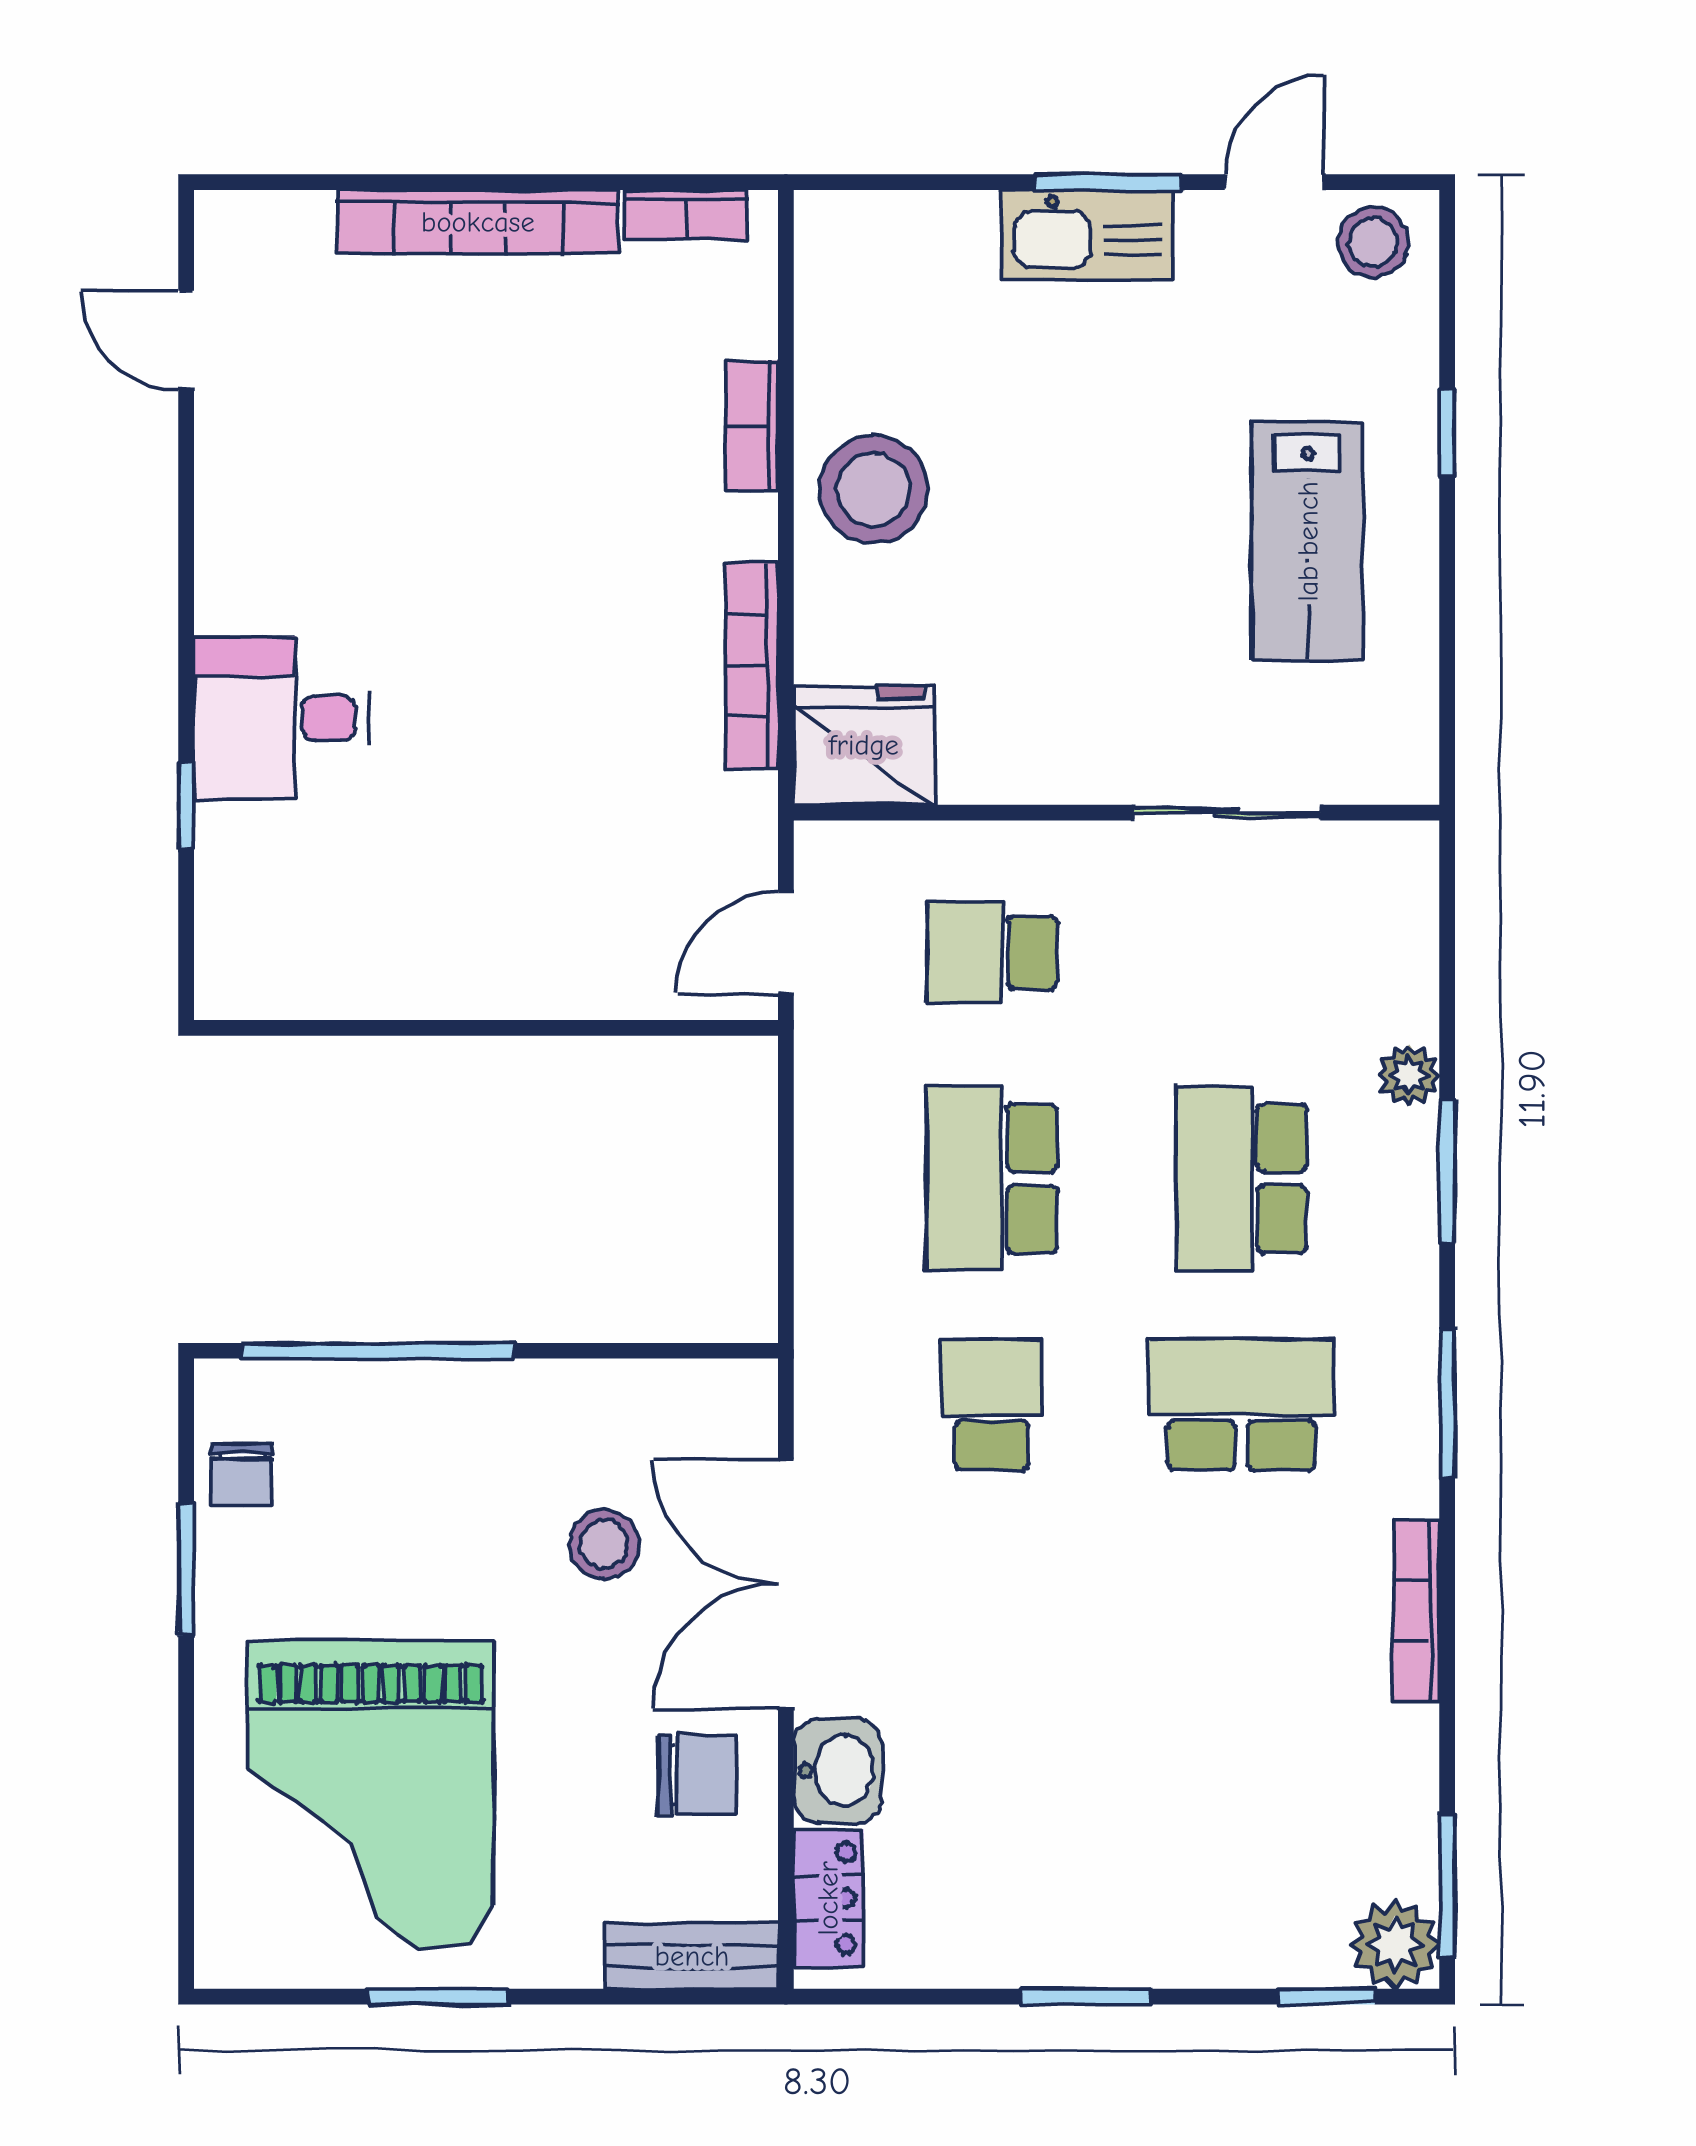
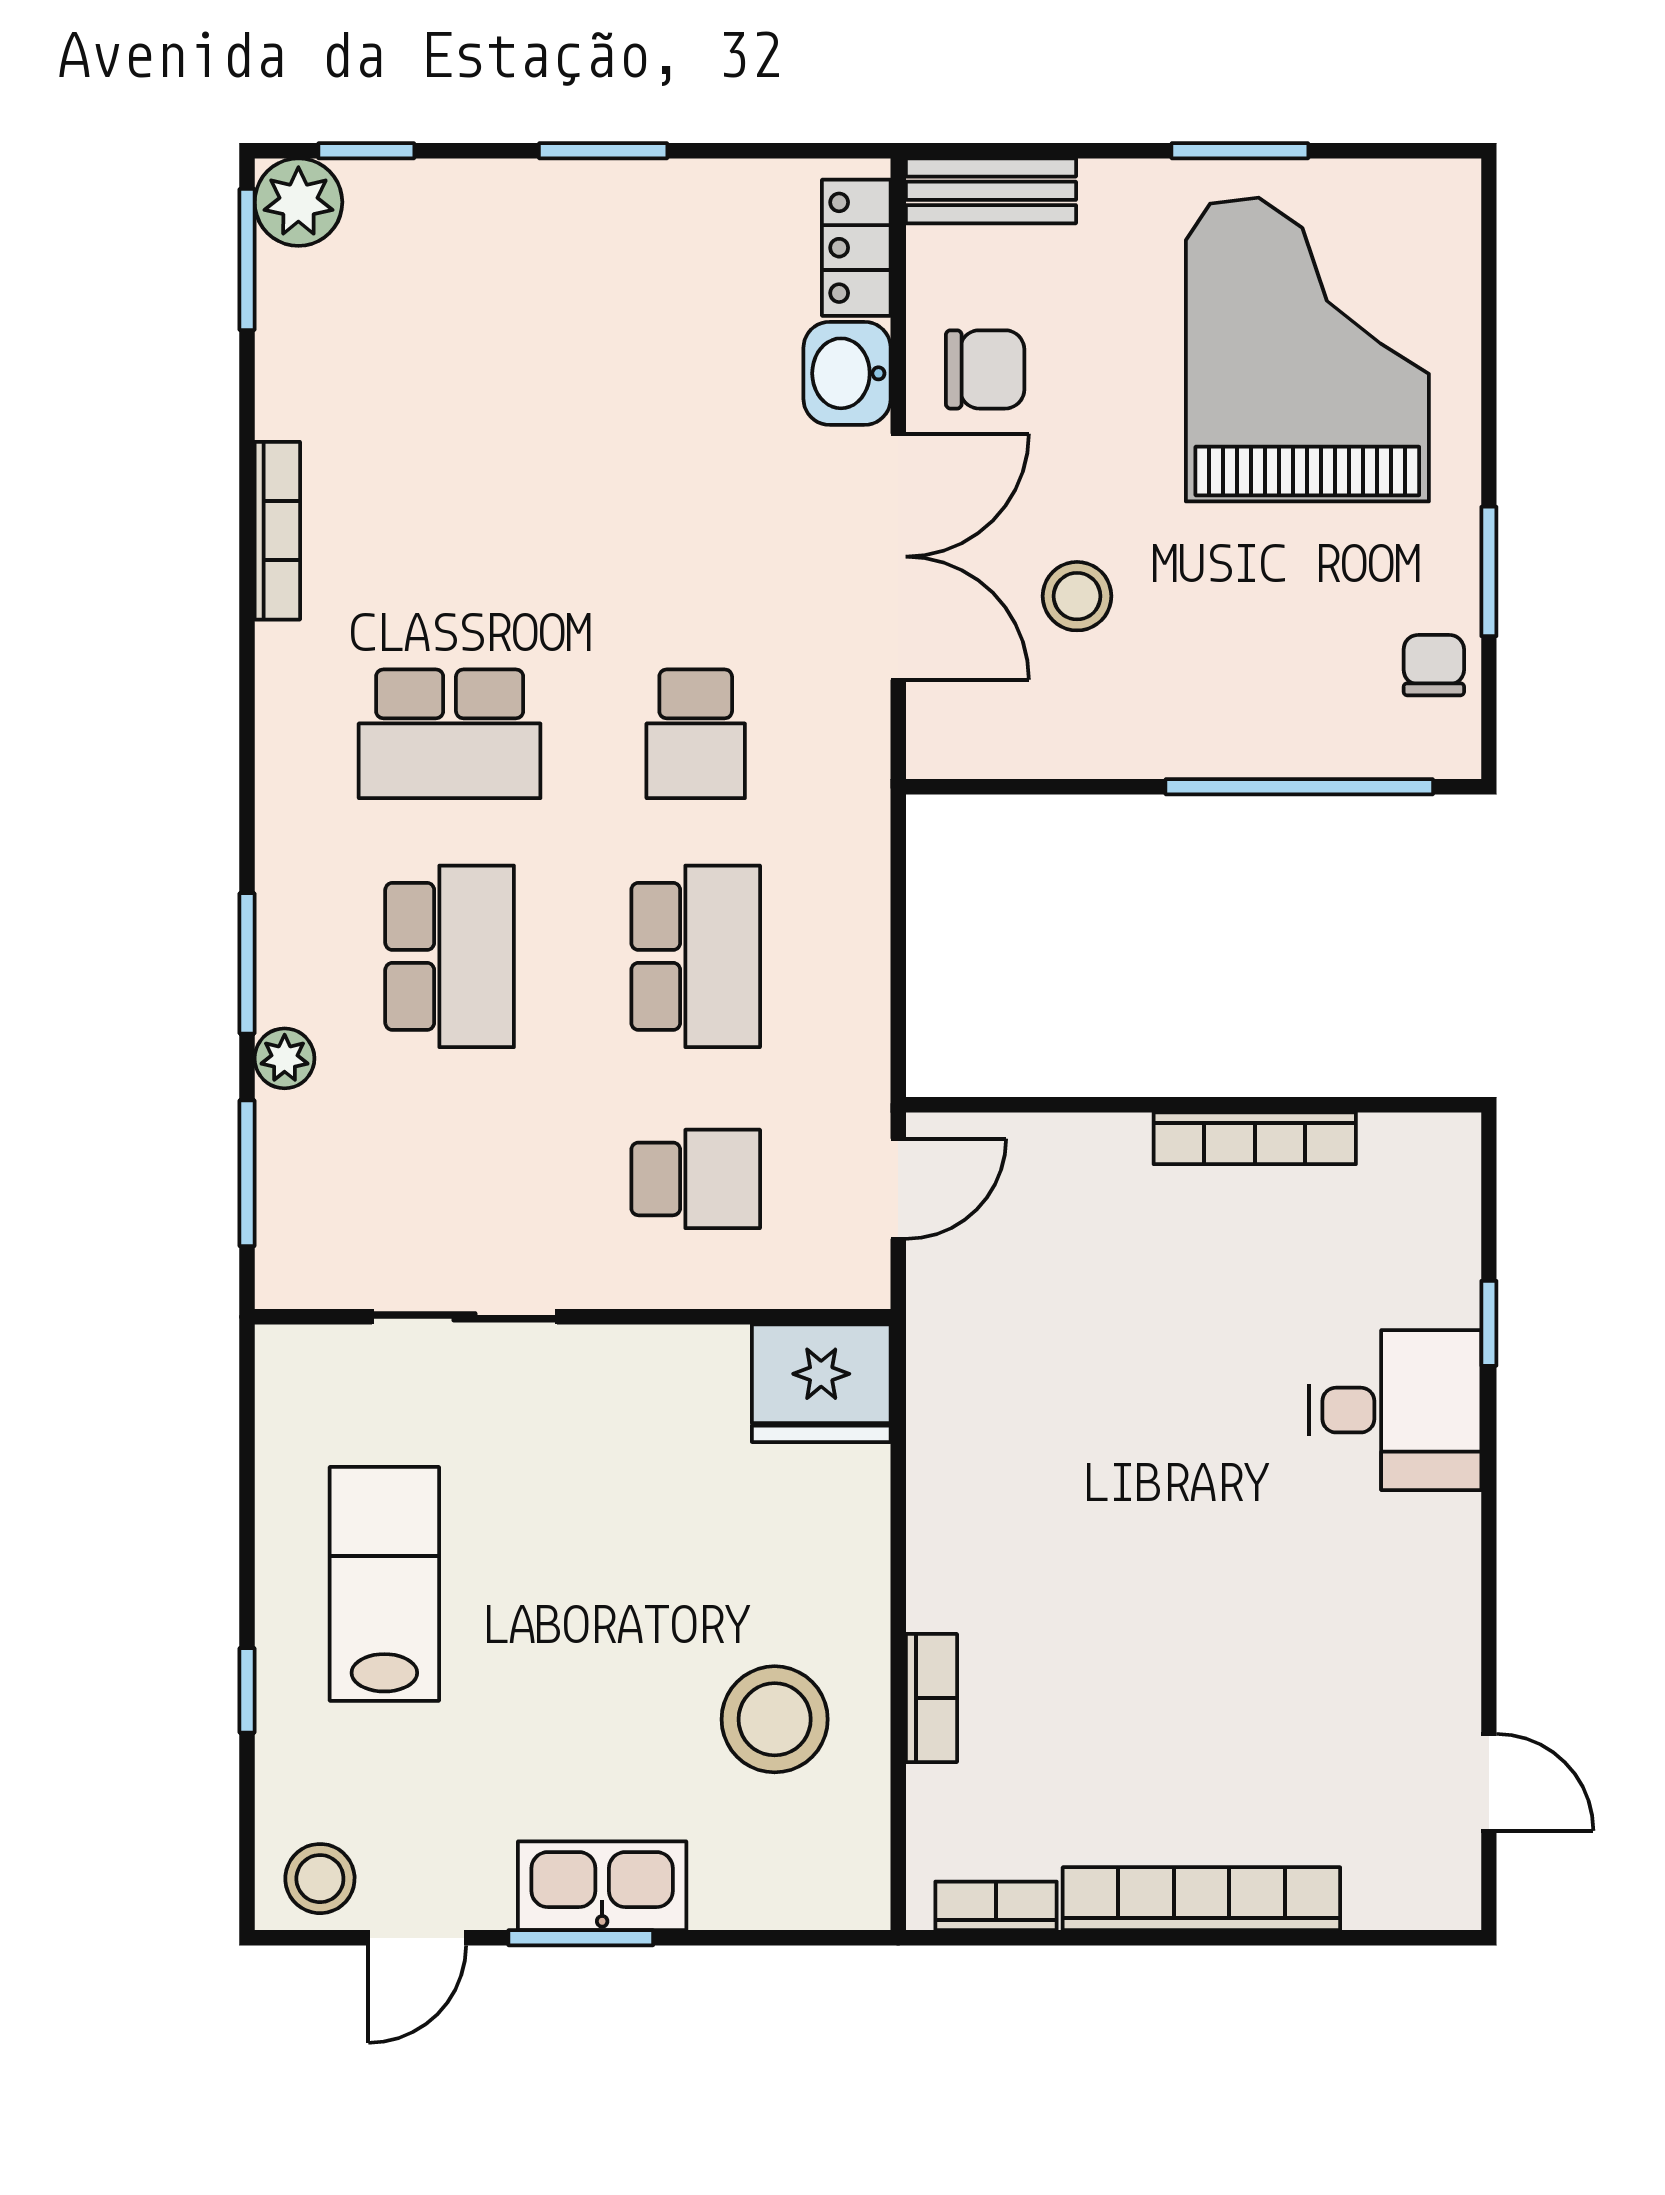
stool: (873, 489) -> (775, 1719), moved
bookcase: (752, 666) -> (1255, 1138), moved, turned 90
window: (1447, 1403) -> (247, 1173), moved
chair: (698, 1775) -> (985, 369), turned 180

